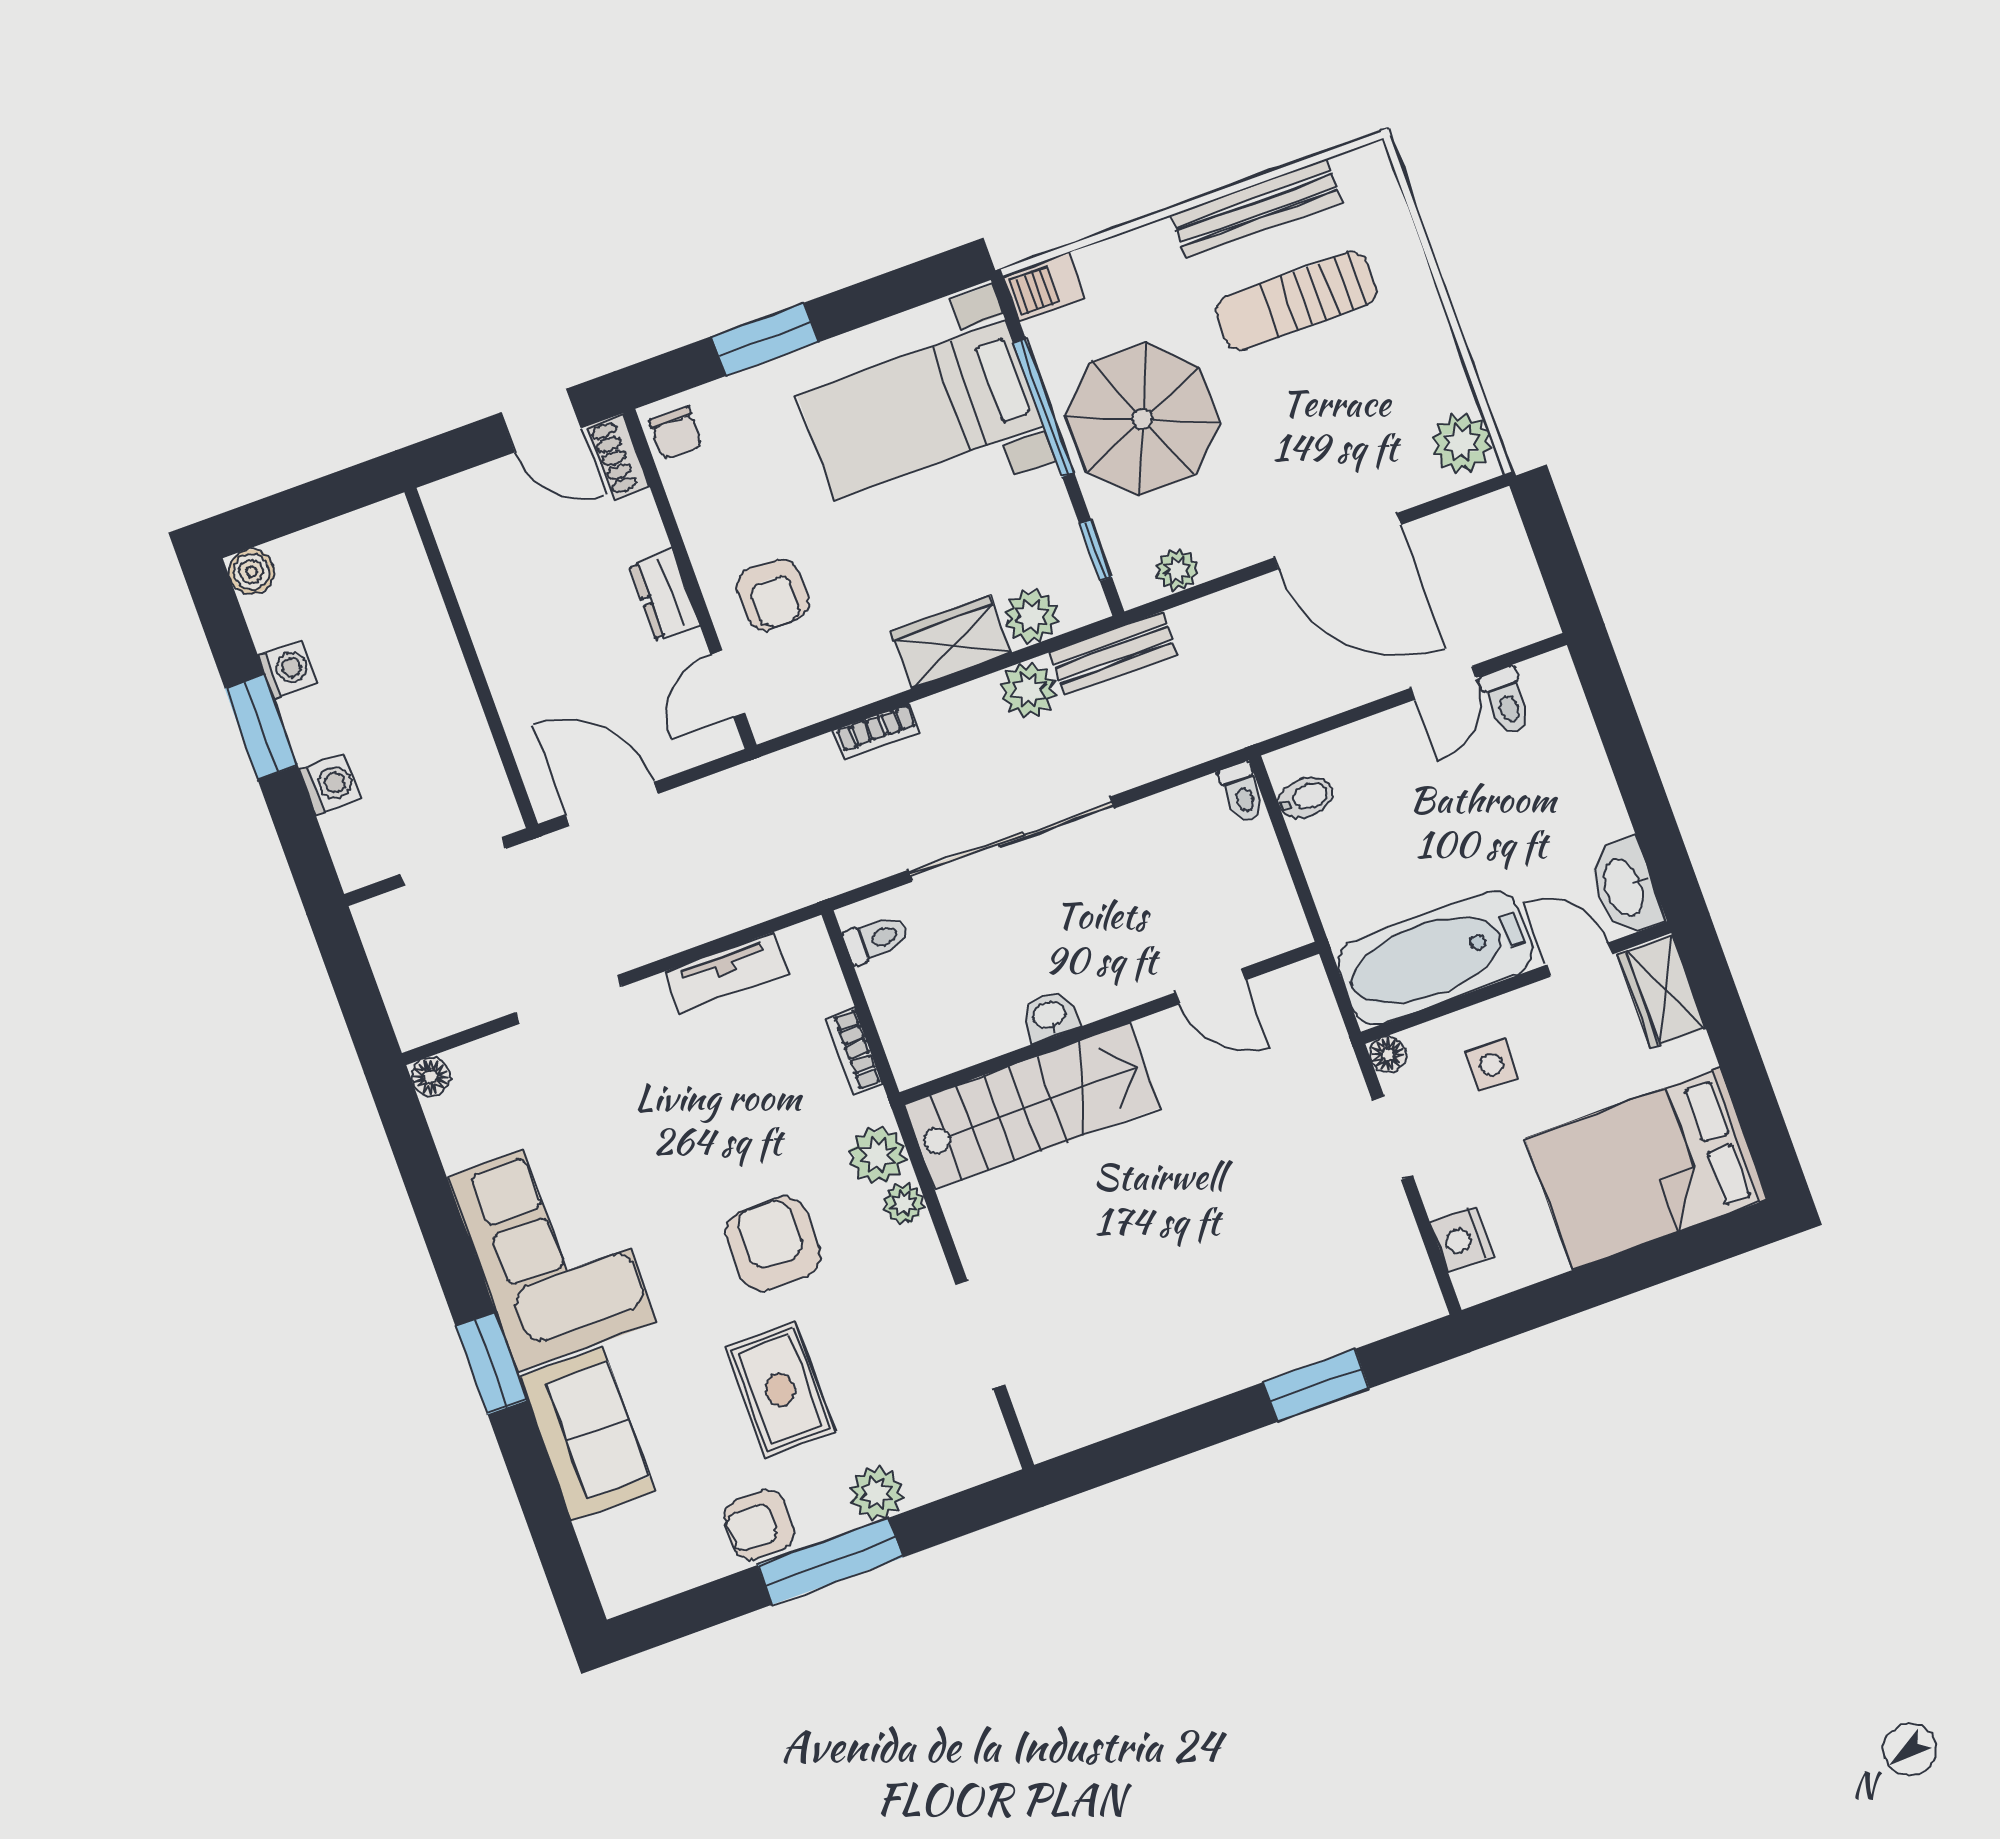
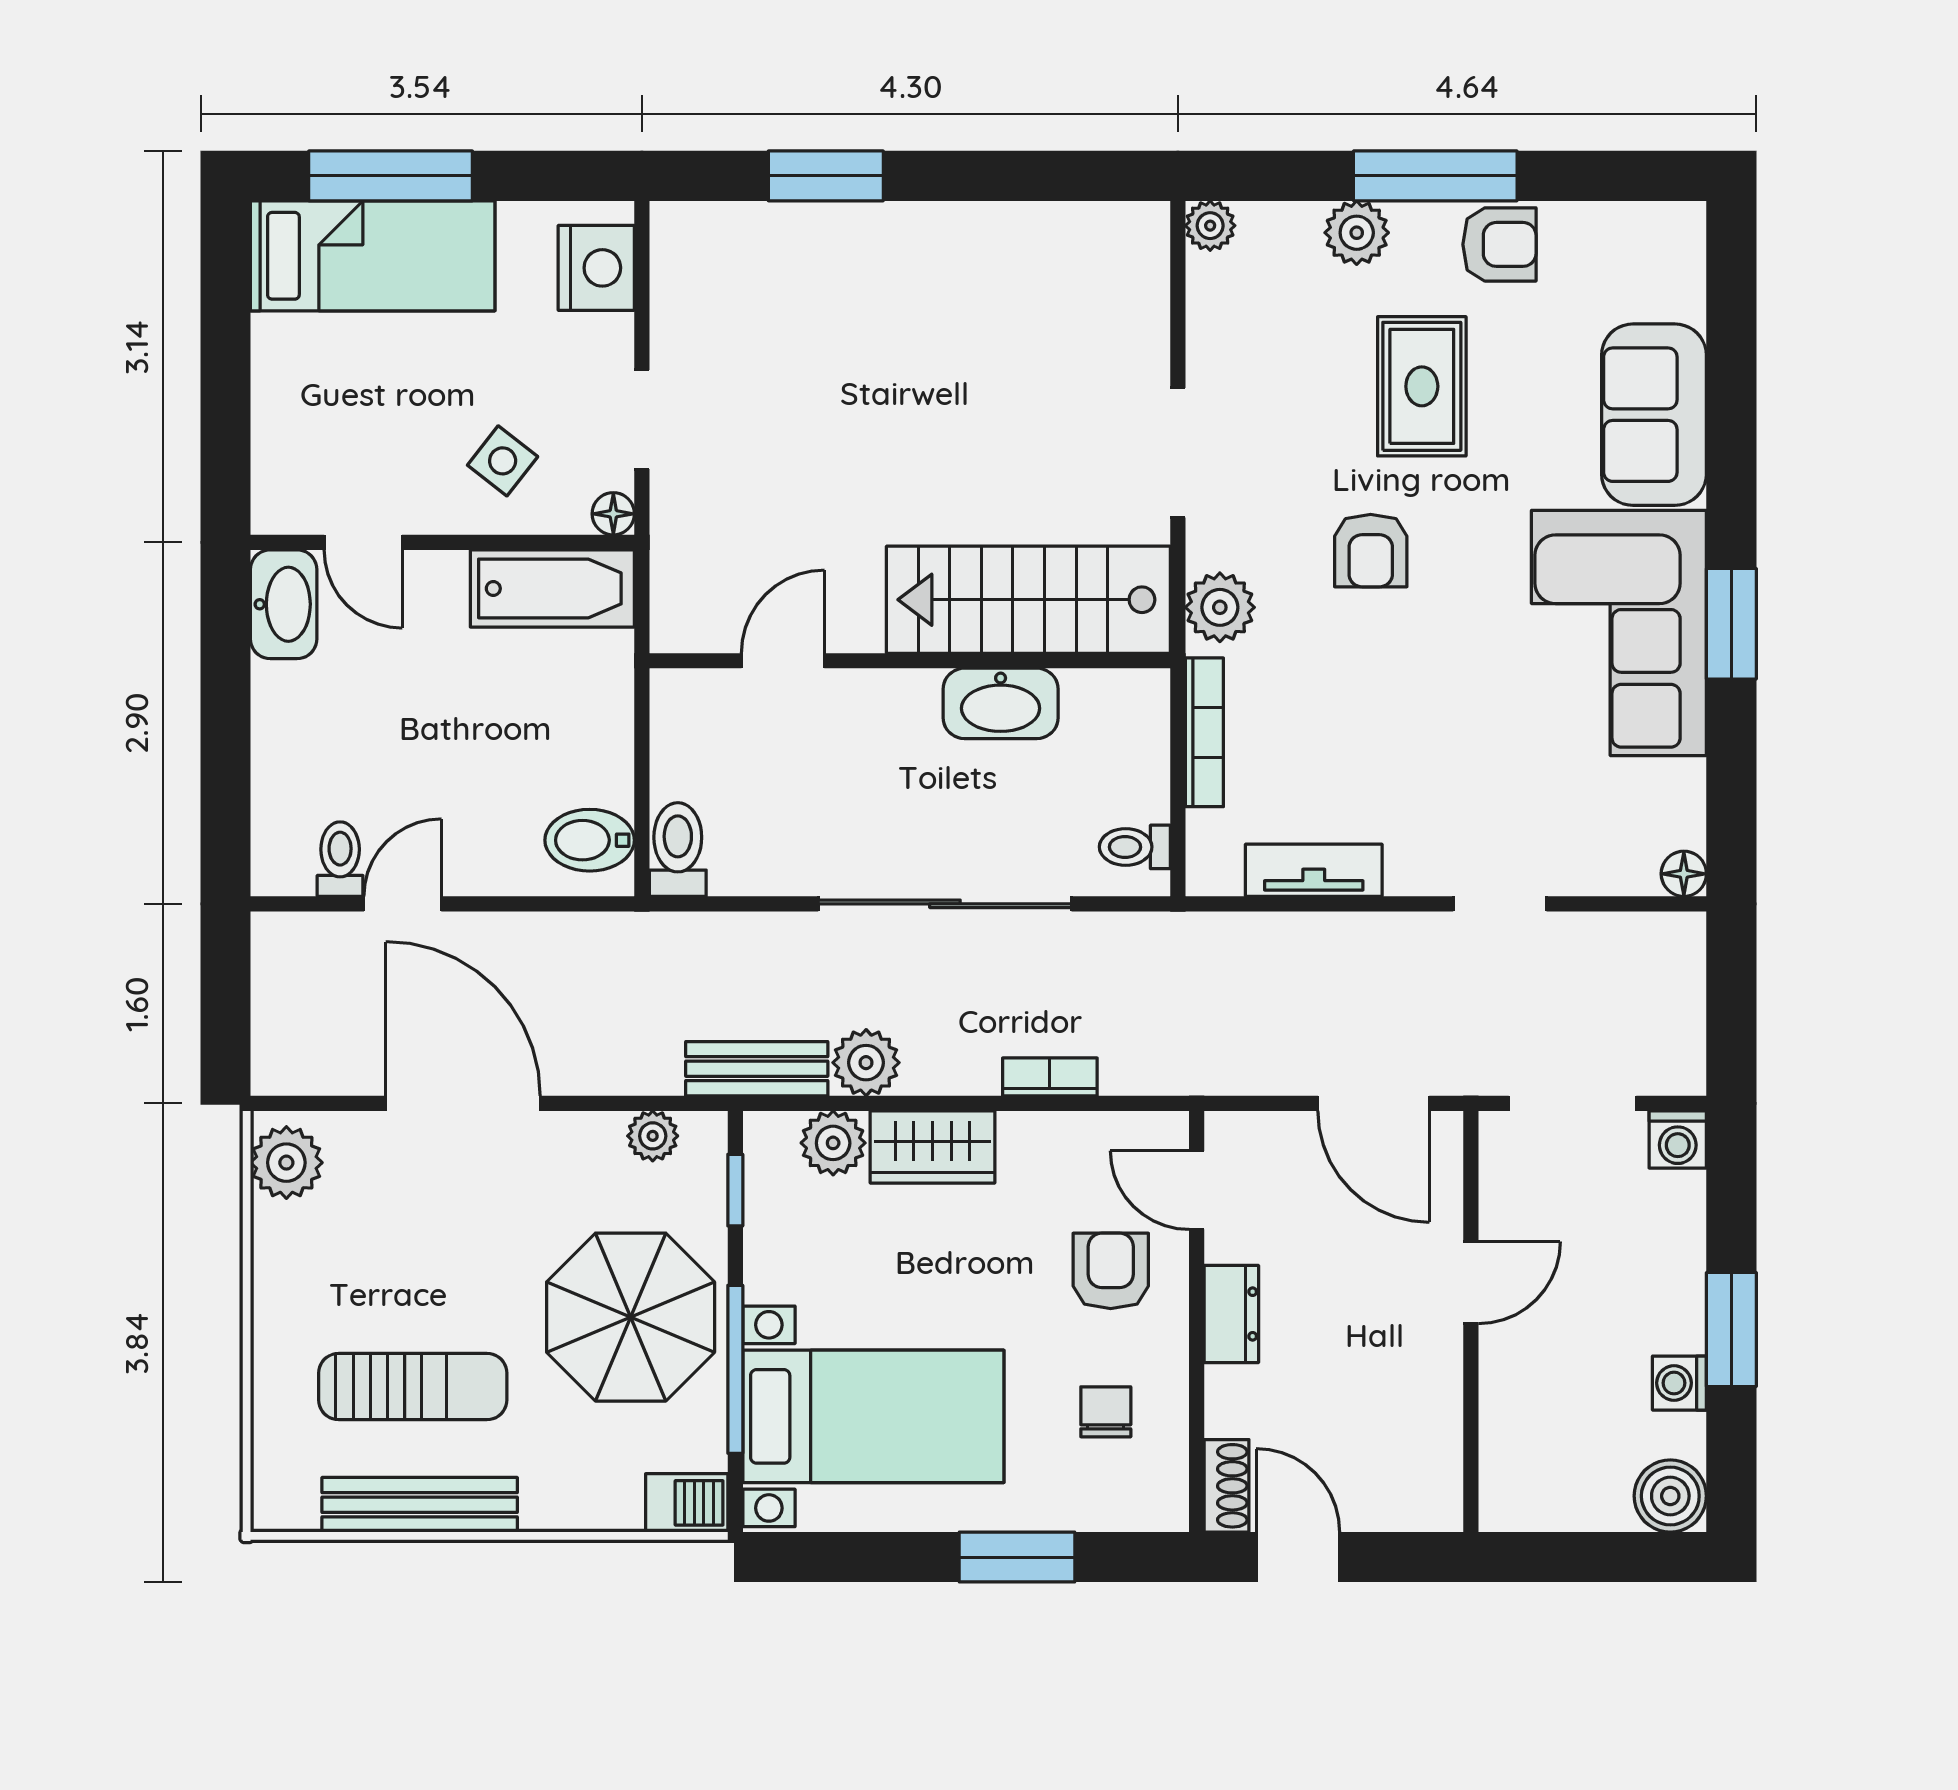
chair: (676, 433) -> (1106, 1412), moved
boiler: (251, 572) -> (1670, 1496), width x1.36, depth x1.36
door: (728, 684) -> (1197, 1190), swing flipped
door: (482, 689) -> (1471, 1283), added
washing machine: (330, 784) -> (1678, 1139), moved, turned -90
toilet: (1242, 793) -> (678, 850), width x1.37, depth x1.39
bidet: (1306, 798) -> (590, 840), width x1.38, depth x1.36
bathtub: (1435, 958) -> (552, 588), width x0.73, depth x0.73
door: (1210, 986) -> (783, 661), hinge flipped
wardrobe: (1661, 991) -> (285, 474), removed
doorway: (569, 999) -> (1500, 904), width x0.73
washbasin: (1050, 1016) -> (1001, 703), width x1.91, depth x1.45
bookcase: (854, 1051) -> (1204, 732), width x1.56
side table: (1492, 1065) -> (503, 461), turned 38
bed: (1646, 1169) -> (373, 256), width x0.67
plant: (904, 1204) -> (1210, 226), moved
nightstand: (1462, 1239) -> (596, 268), width x1.36, depth x1.33
armchair: (773, 1244) -> (1371, 551), width x0.72, depth x0.72
window: (1663, 1260) -> (391, 176), added
doorway: (980, 1335) -> (1178, 453), moved
window: (492, 1363) -> (1731, 624), moved

